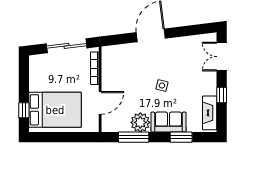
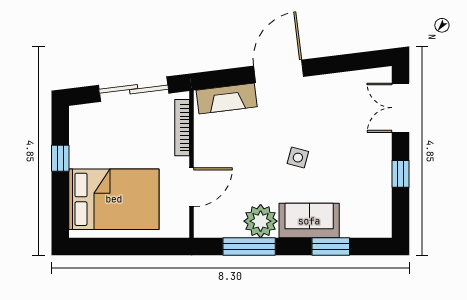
window: (24, 110) -> (60, 158), moved
fireplace: (210, 113) -> (227, 99), moved, turned -97

